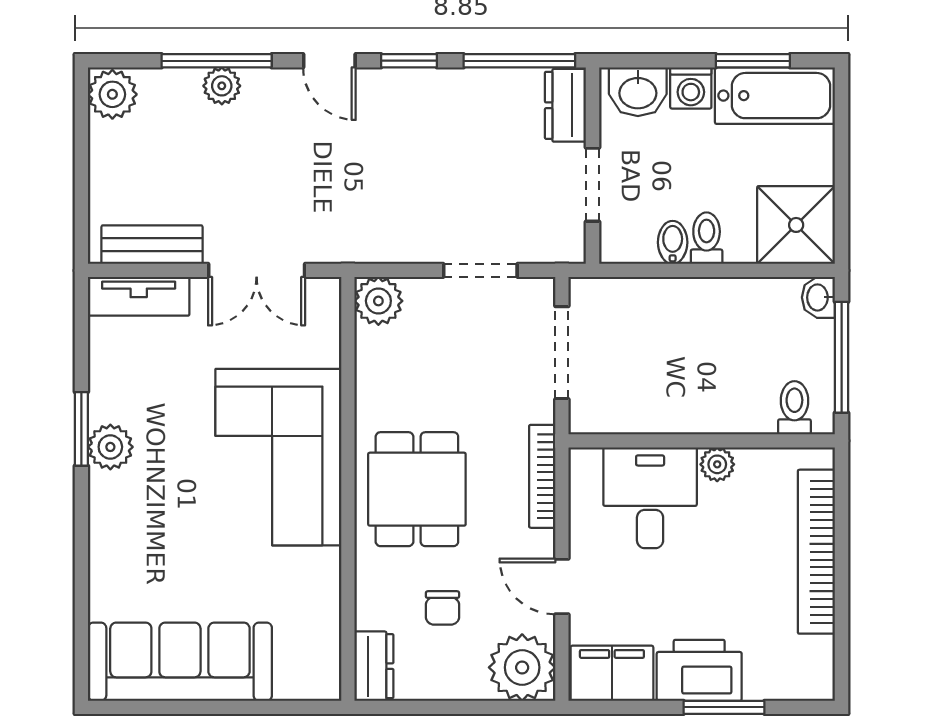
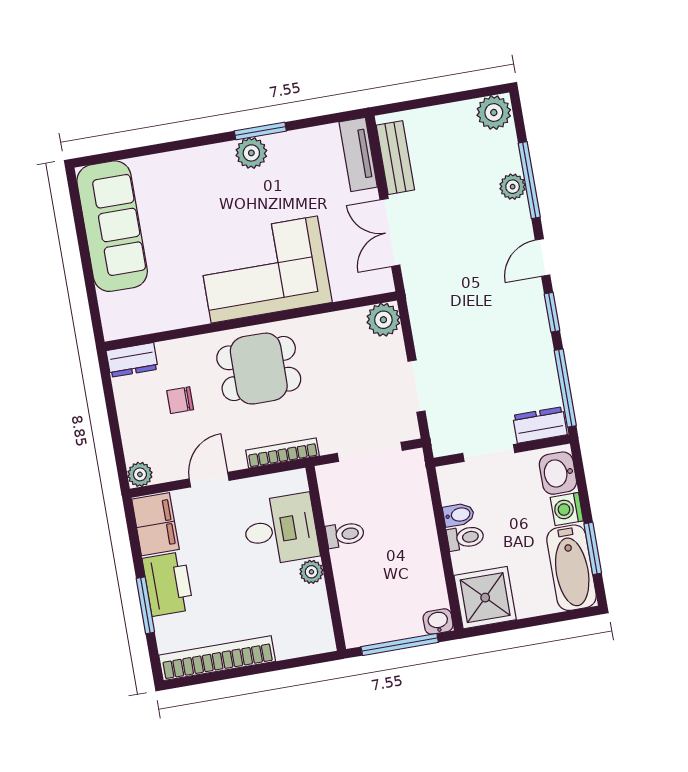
toilet: (794, 408) -> (345, 534), moved
bookcase: (816, 552) -> (217, 658), moved
plant: (522, 667) -> (140, 474), width x0.53, depth x0.53

